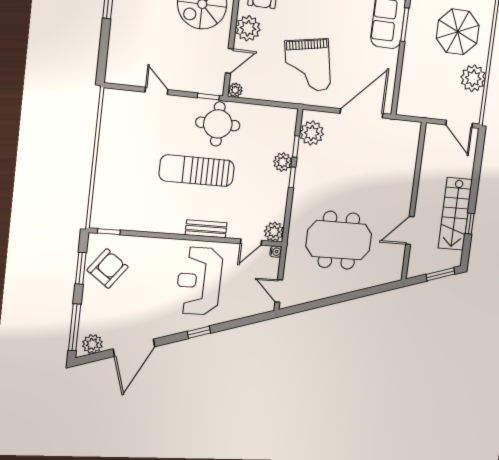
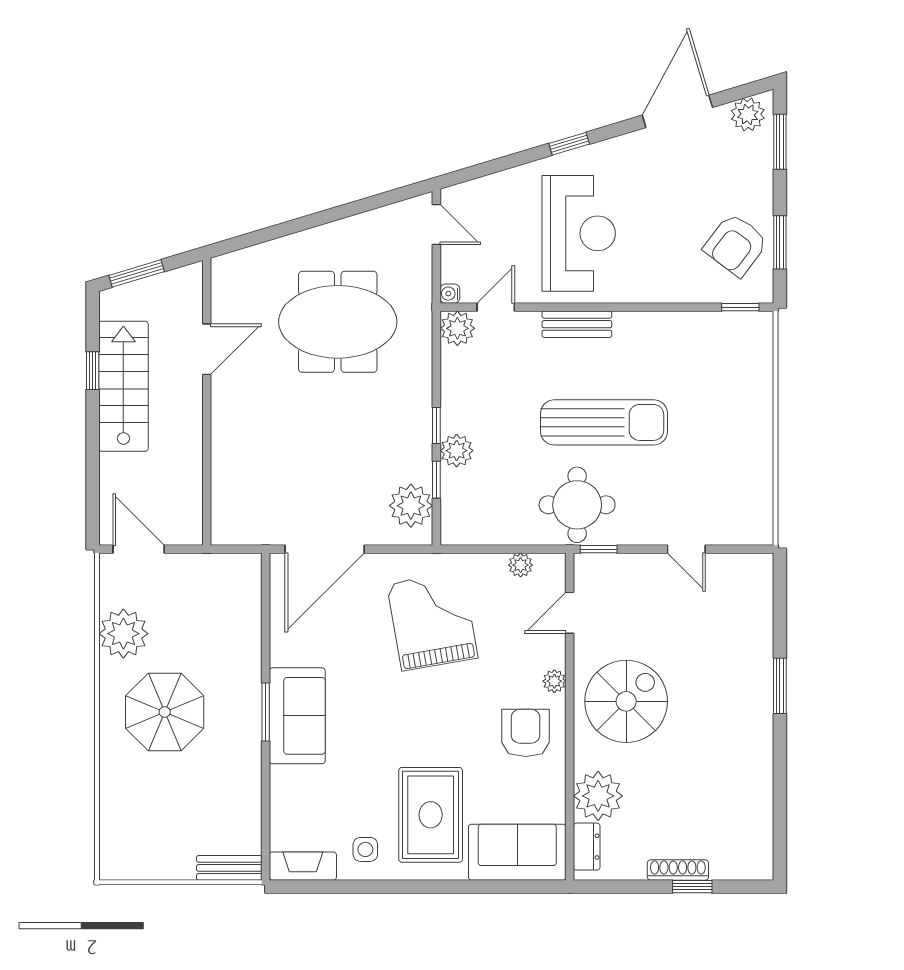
plant: (248, 28) -> (554, 681), width x0.53, depth x0.53
plant: (235, 90) -> (521, 565), moved
window: (75, 327) -> (780, 142), width x0.69

